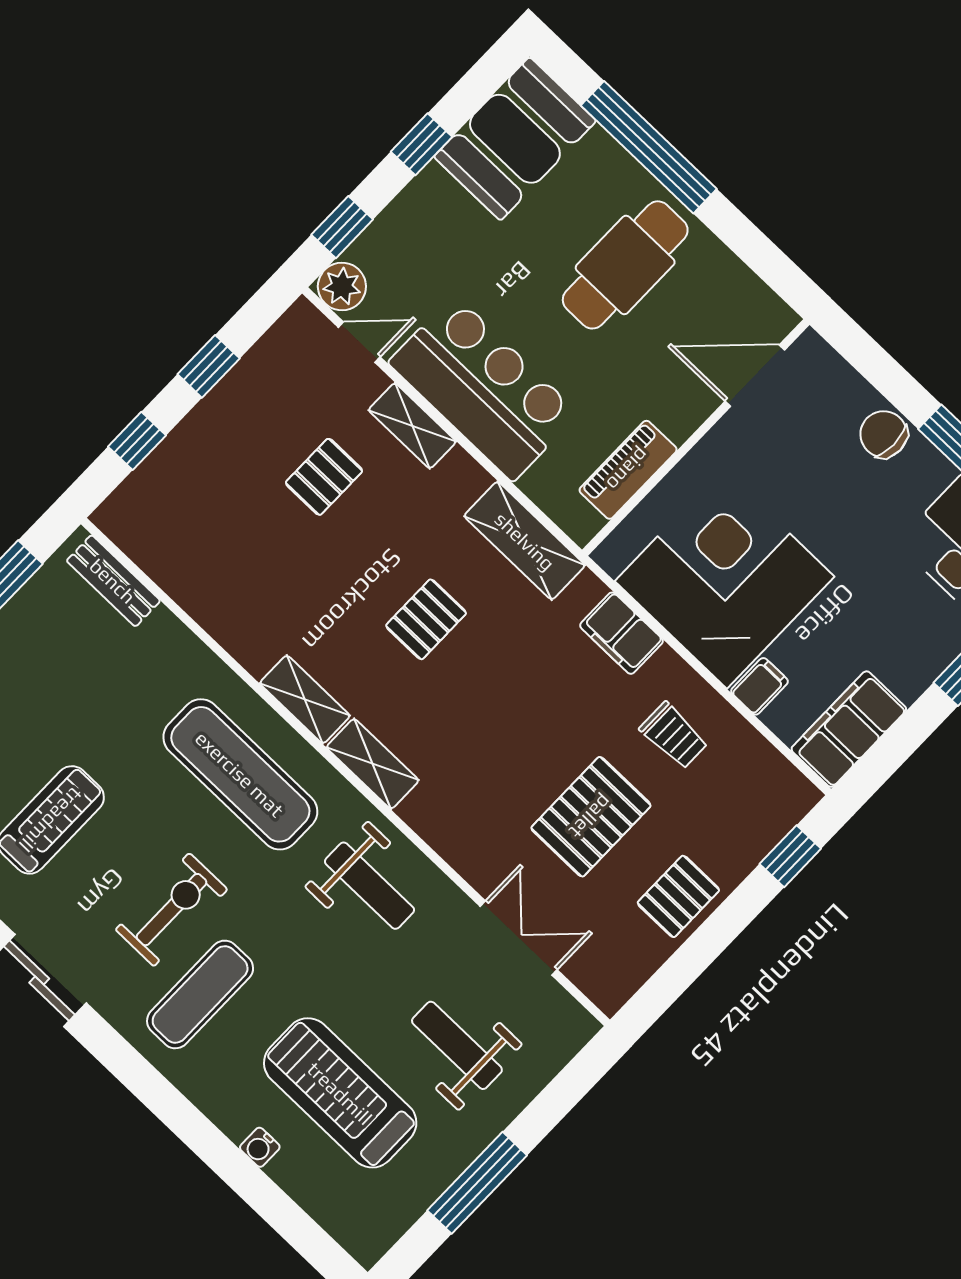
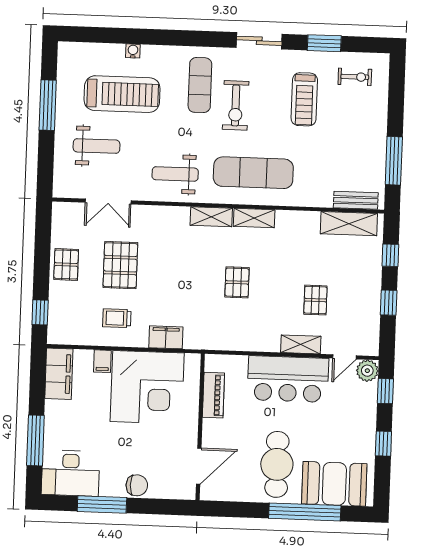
booth: (515, 139) -> (334, 484), moved, turned 90
shelving: (525, 541) -> (349, 224), moved

